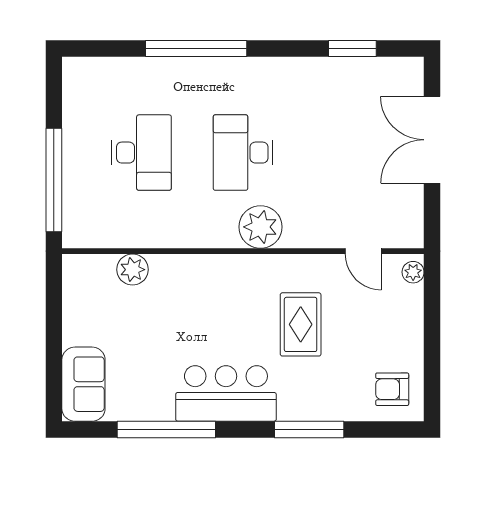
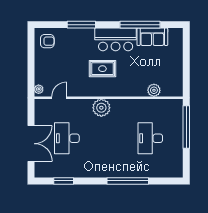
desk: (243, 153) -> (67, 138), moved, turned 180
door: (363, 251) -> (59, 98), hinge flipped
rug: (301, 324) -> (102, 69), moved, turned 90
sofa: (83, 384) -> (152, 37), moved, turned -90

